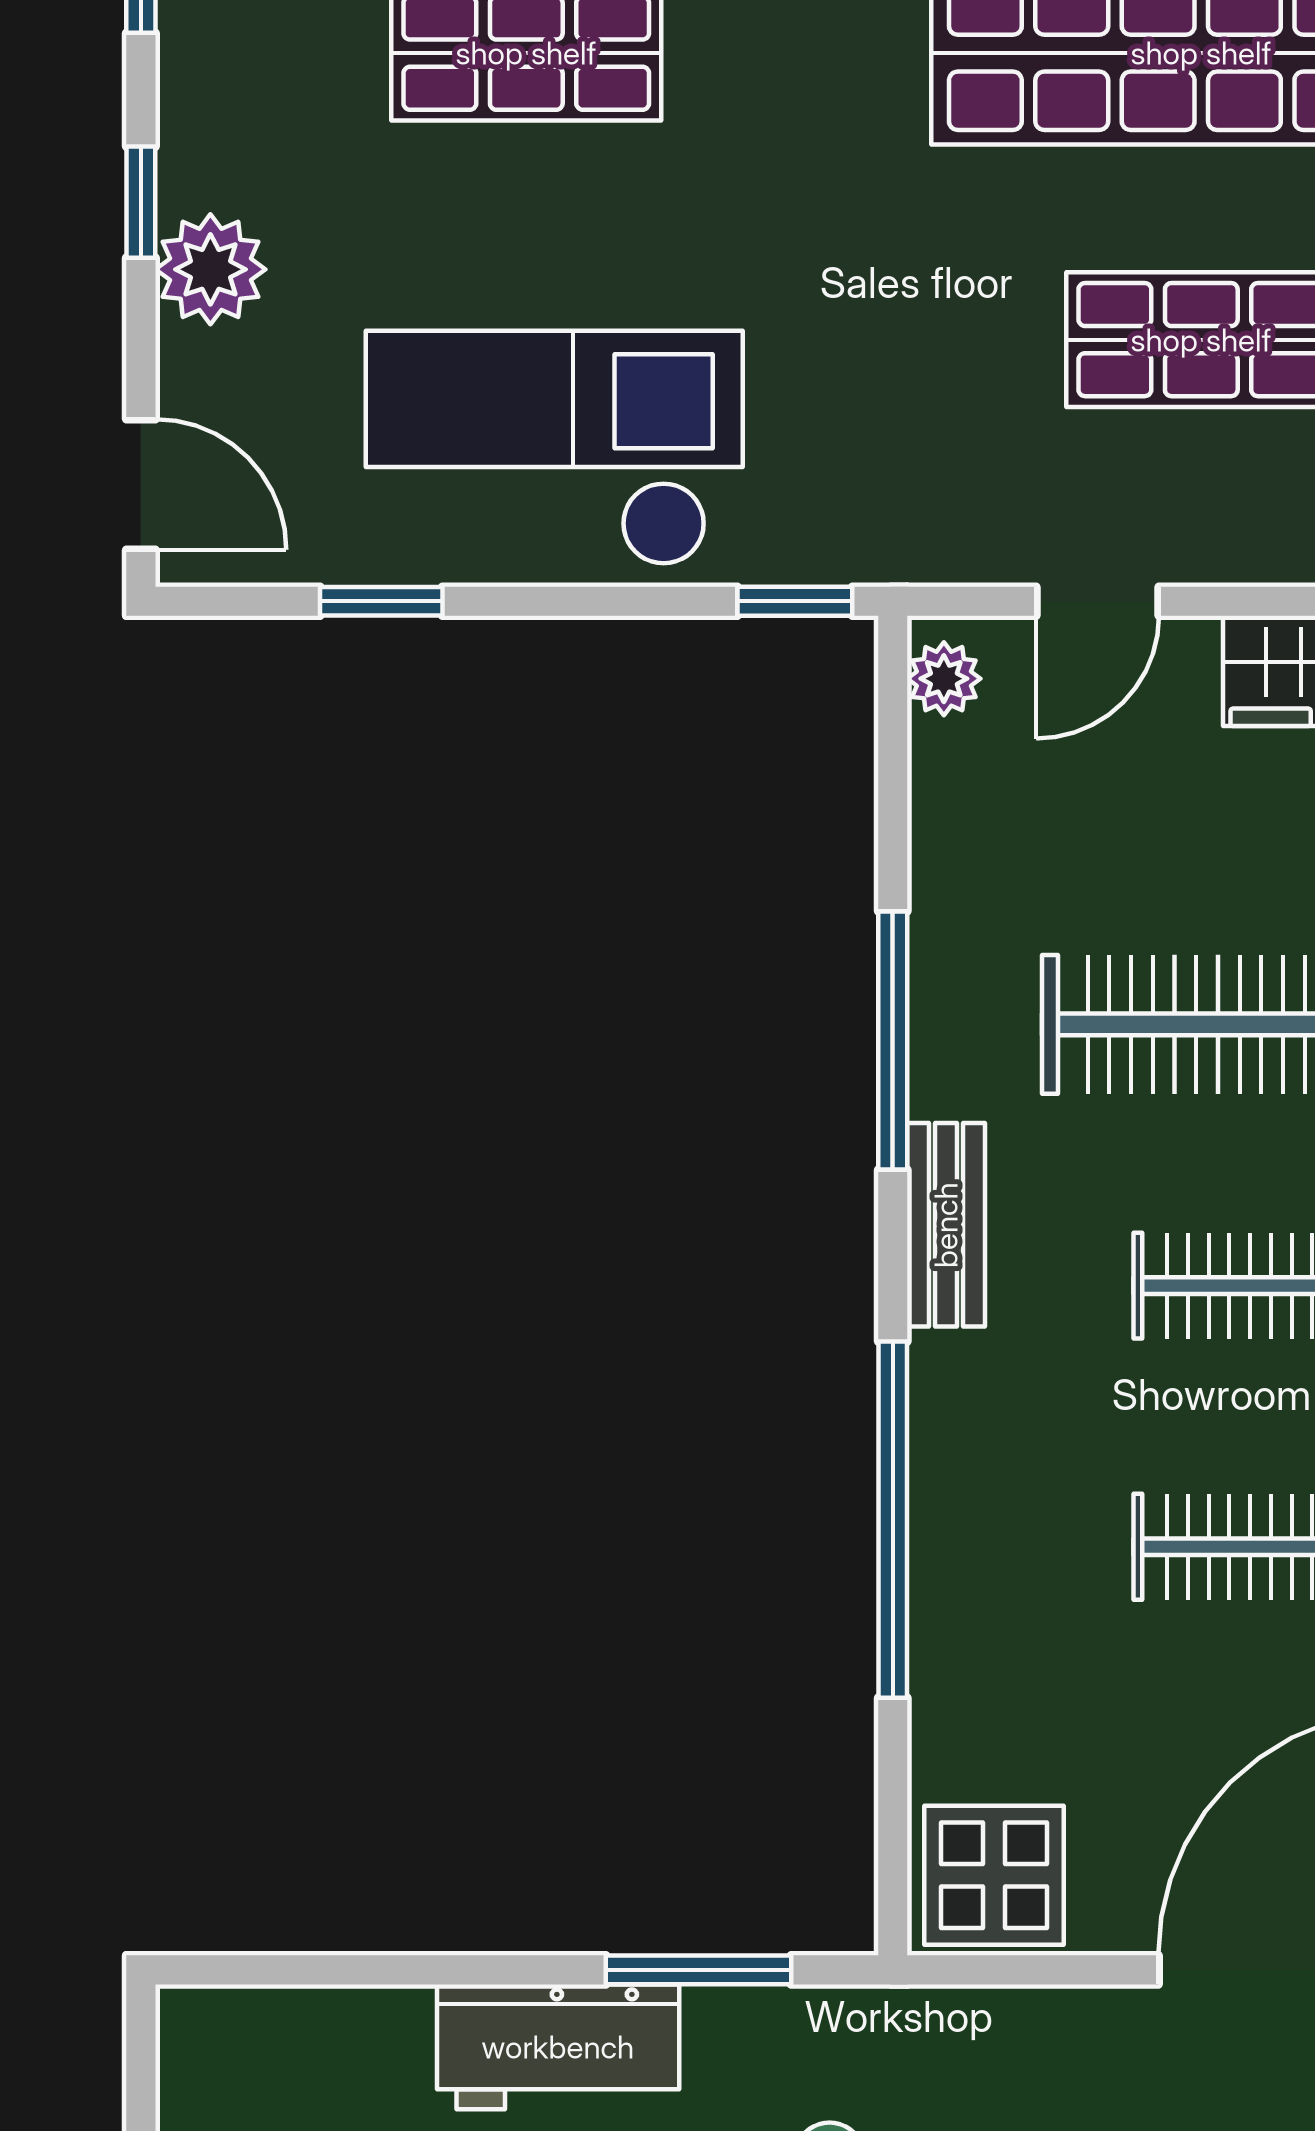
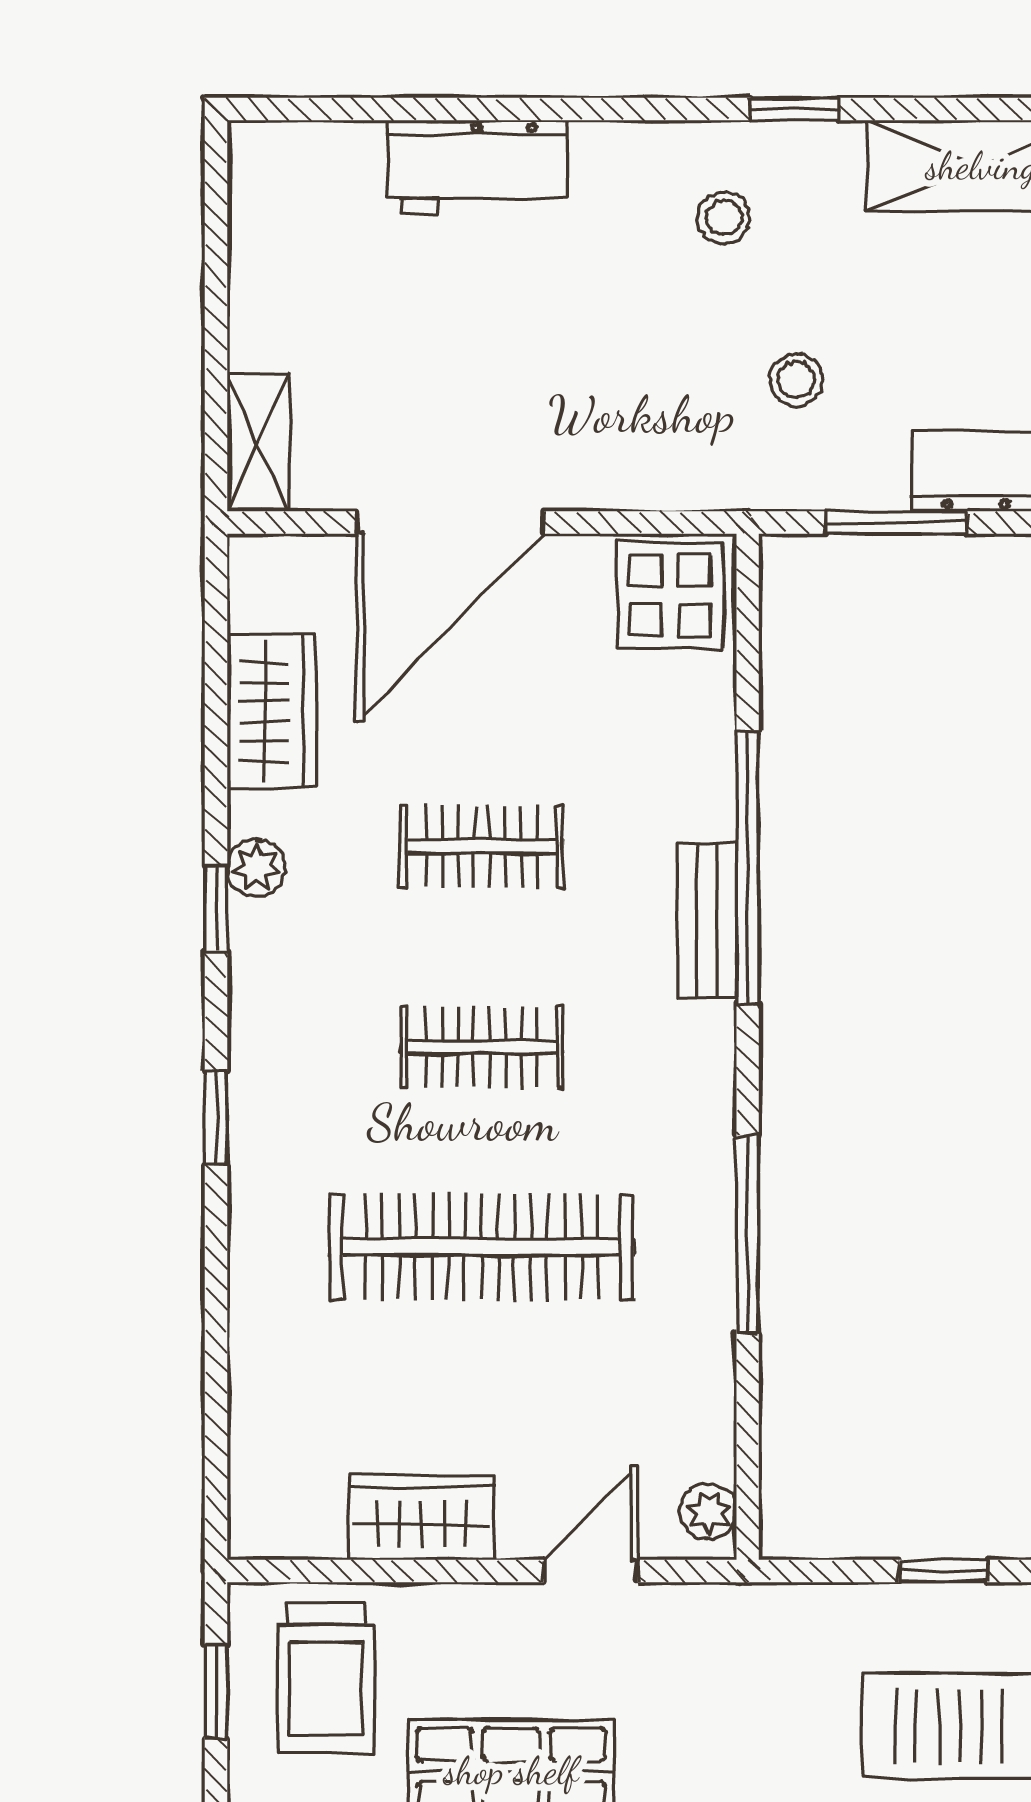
window: (795, 601) -> (943, 1571), moved
bench: (946, 1225) -> (707, 920), moved

